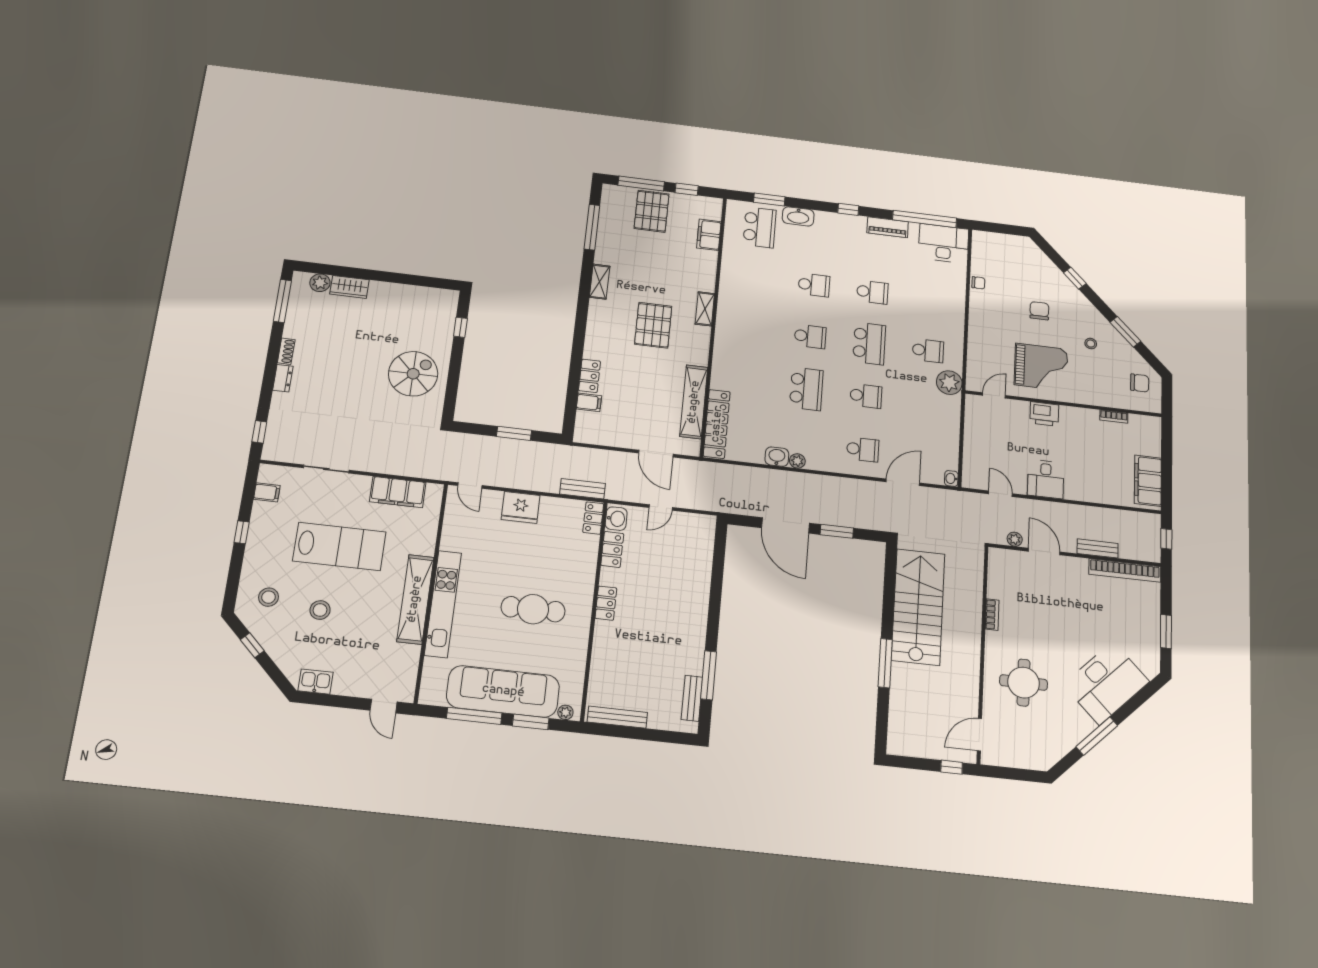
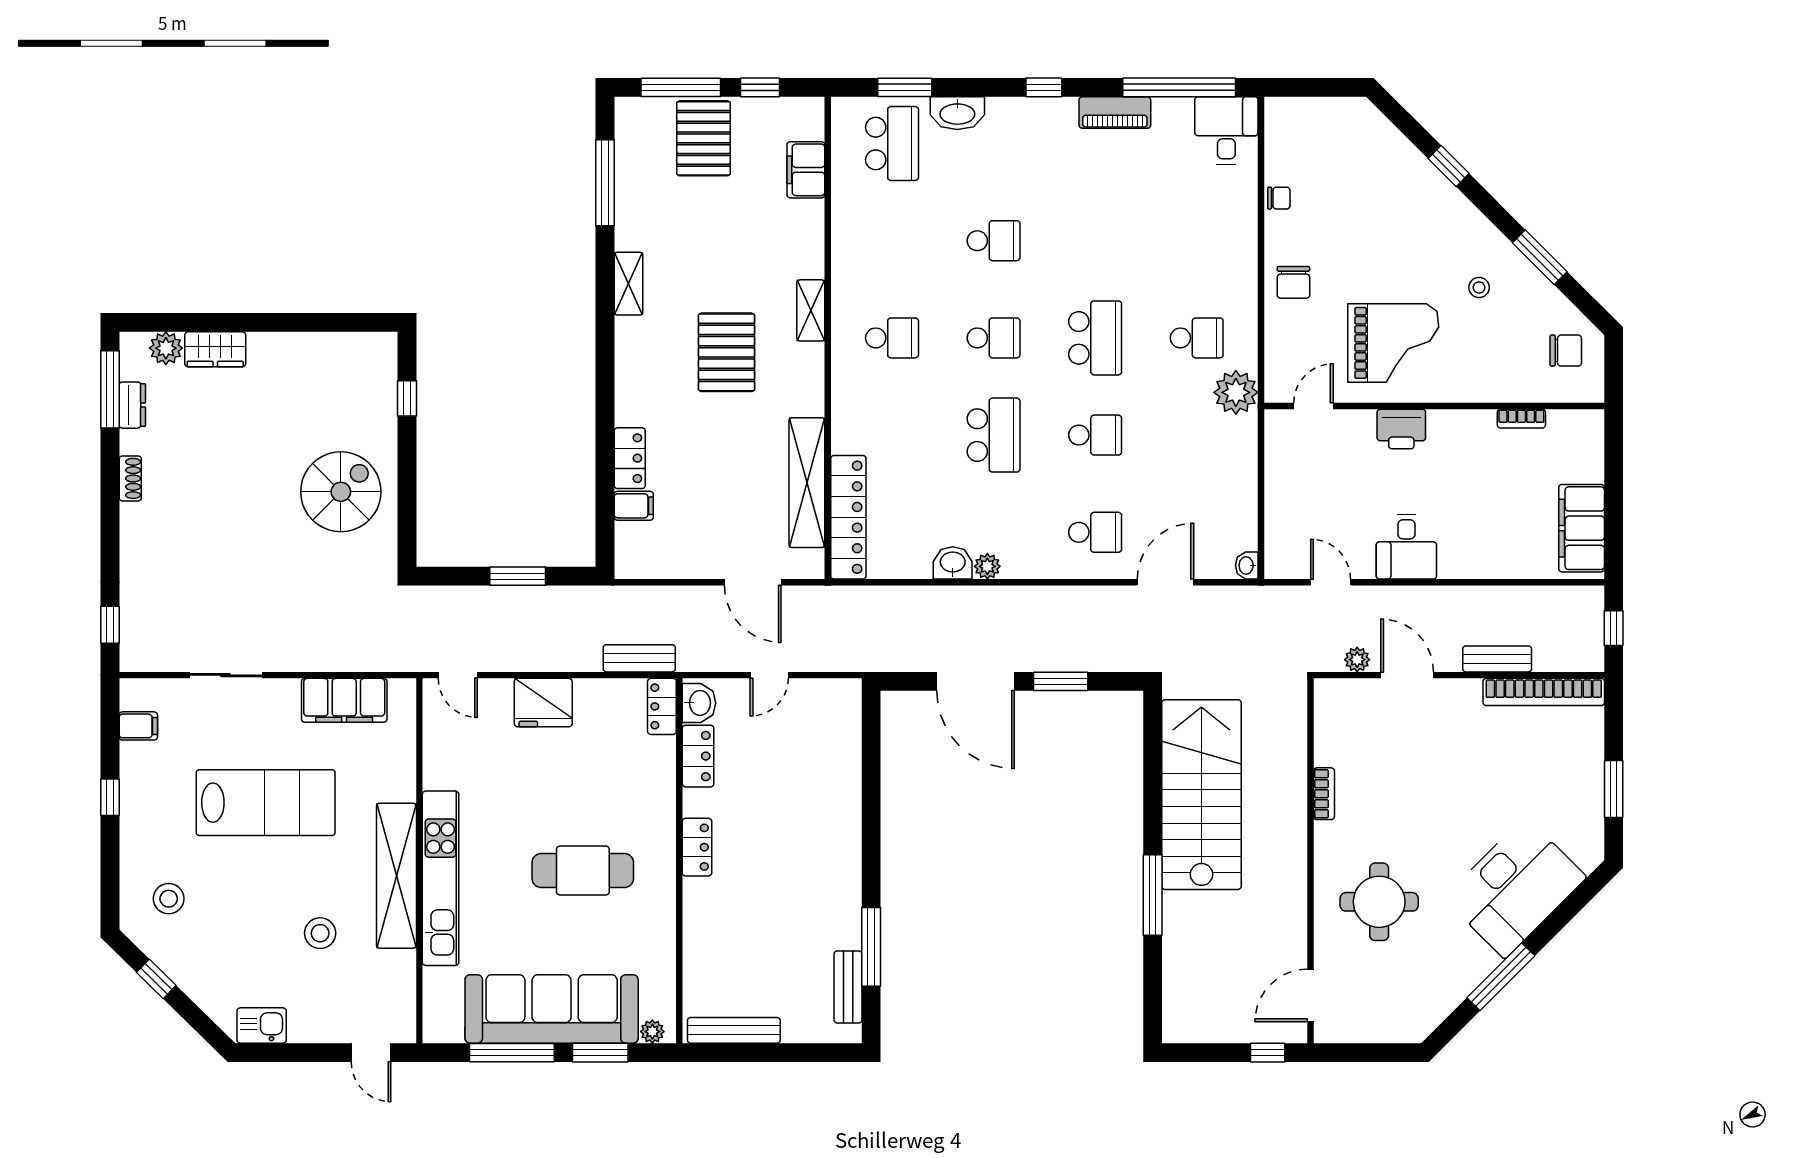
desk: (944, 243) -> (1226, 130), width x0.73
school desk: (872, 292) -> (892, 338), moved
chair: (1039, 311) -> (1293, 282), moved, turned 180
dresser: (283, 378) -> (132, 405), moved
stool: (320, 610) -> (320, 933), moved

